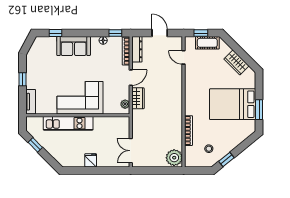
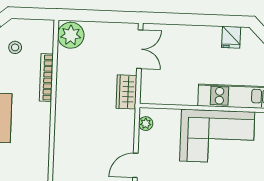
wardrobe: (138, 98) -> (127, 92), moved
fridge: (91, 160) -> (231, 37), moved

